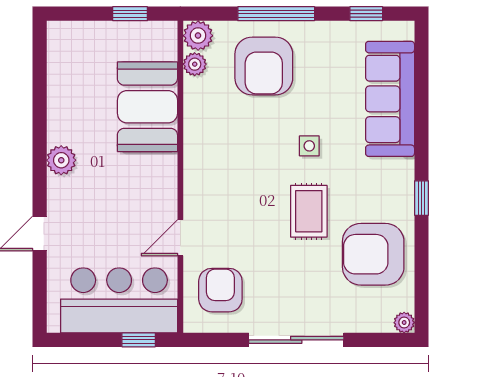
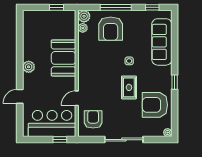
booth: (147, 107) -> (64, 58), moved

